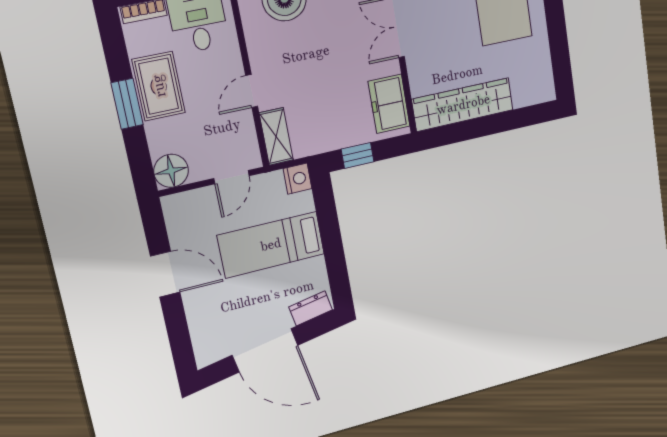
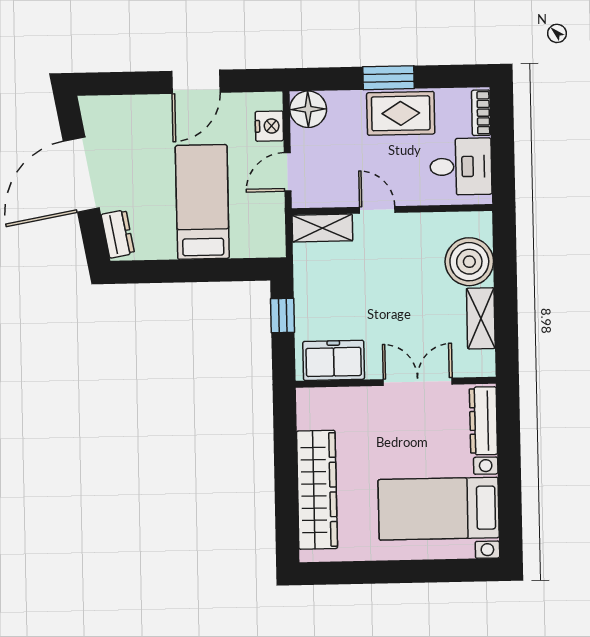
wardrobe: (463, 105) -> (317, 490), moved
door: (231, 177) -> (288, 172), hinge flipped
nightstand: (298, 179) -> (269, 126), moved, turned -90

